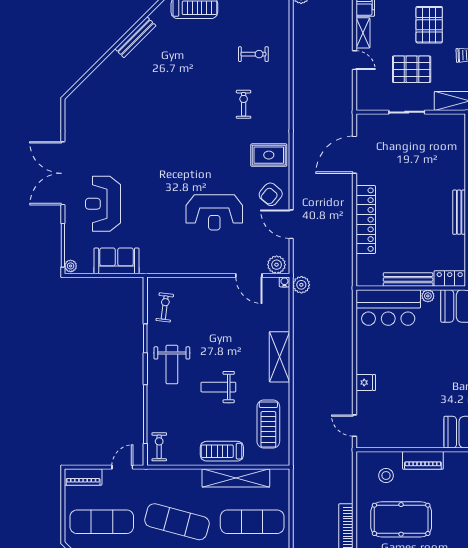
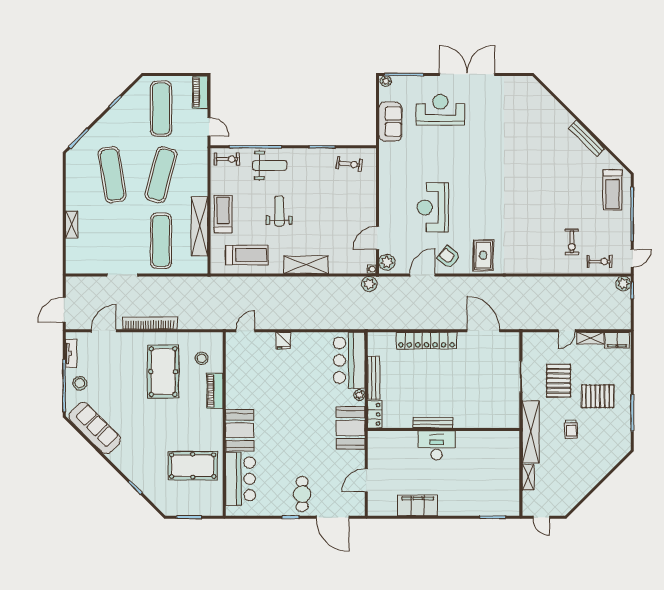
exercise bike: (244, 104) -> (600, 261), moved
weight bench: (172, 365) -> (270, 165), moved, turned 180
treadmill: (268, 424) -> (247, 255), turned 180

